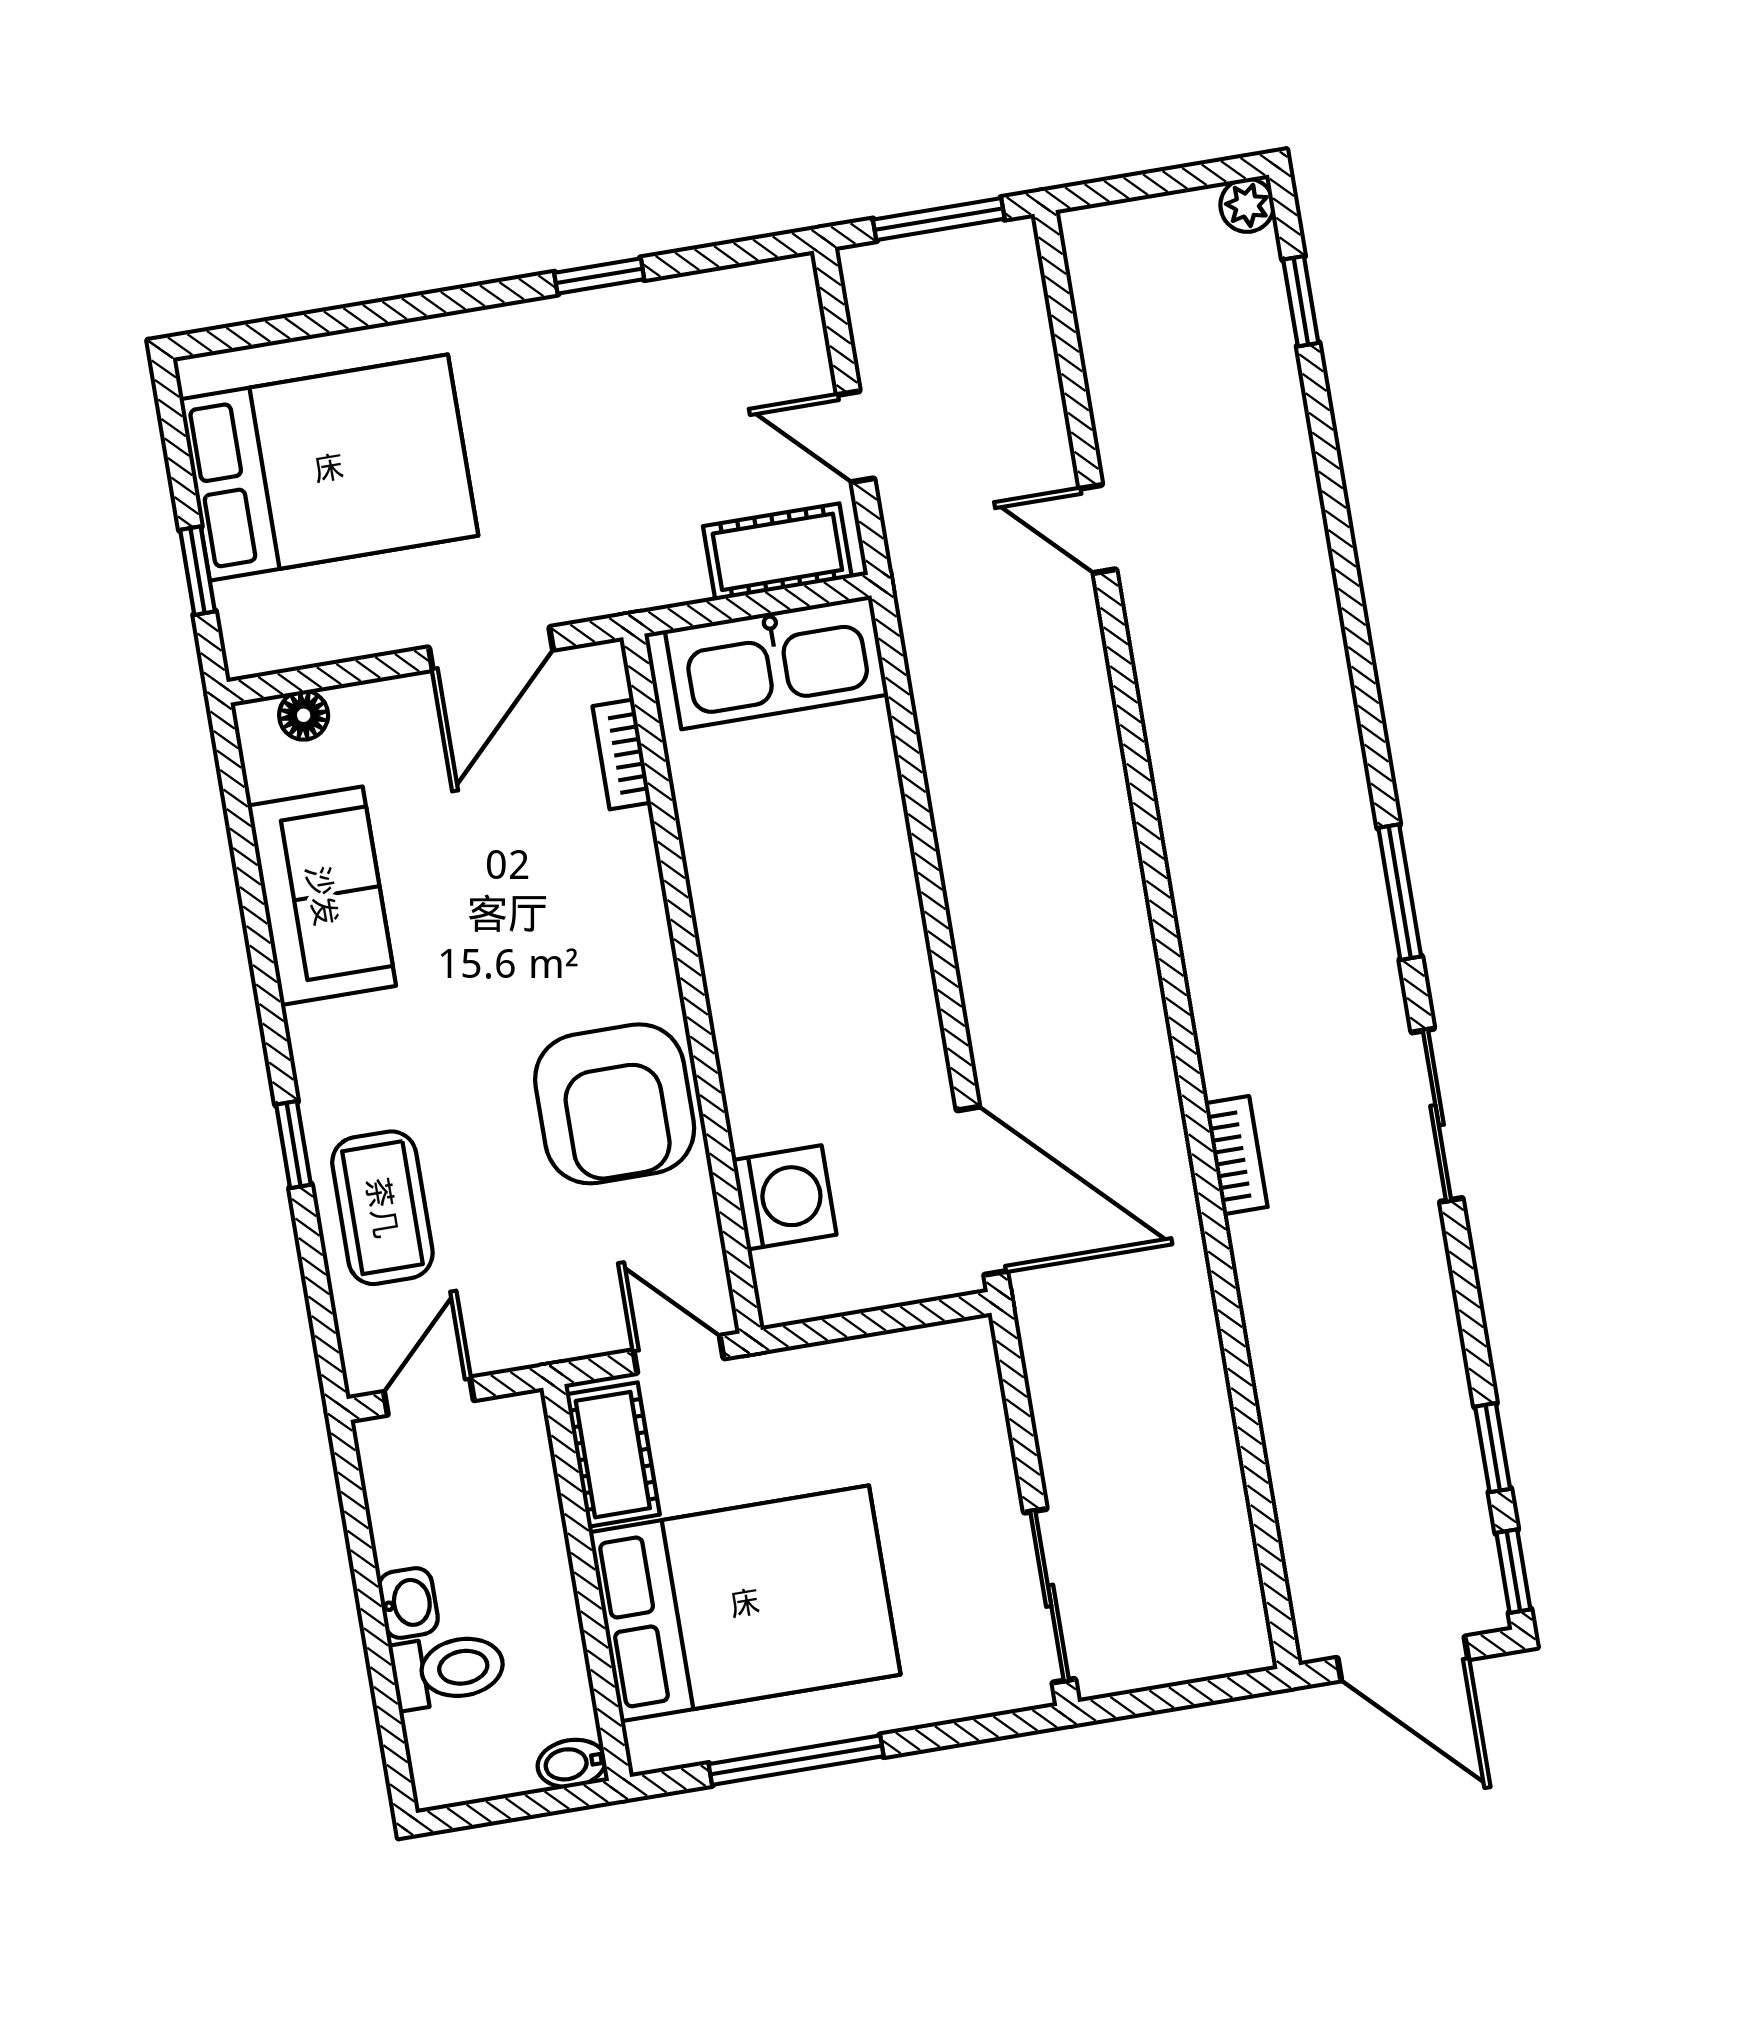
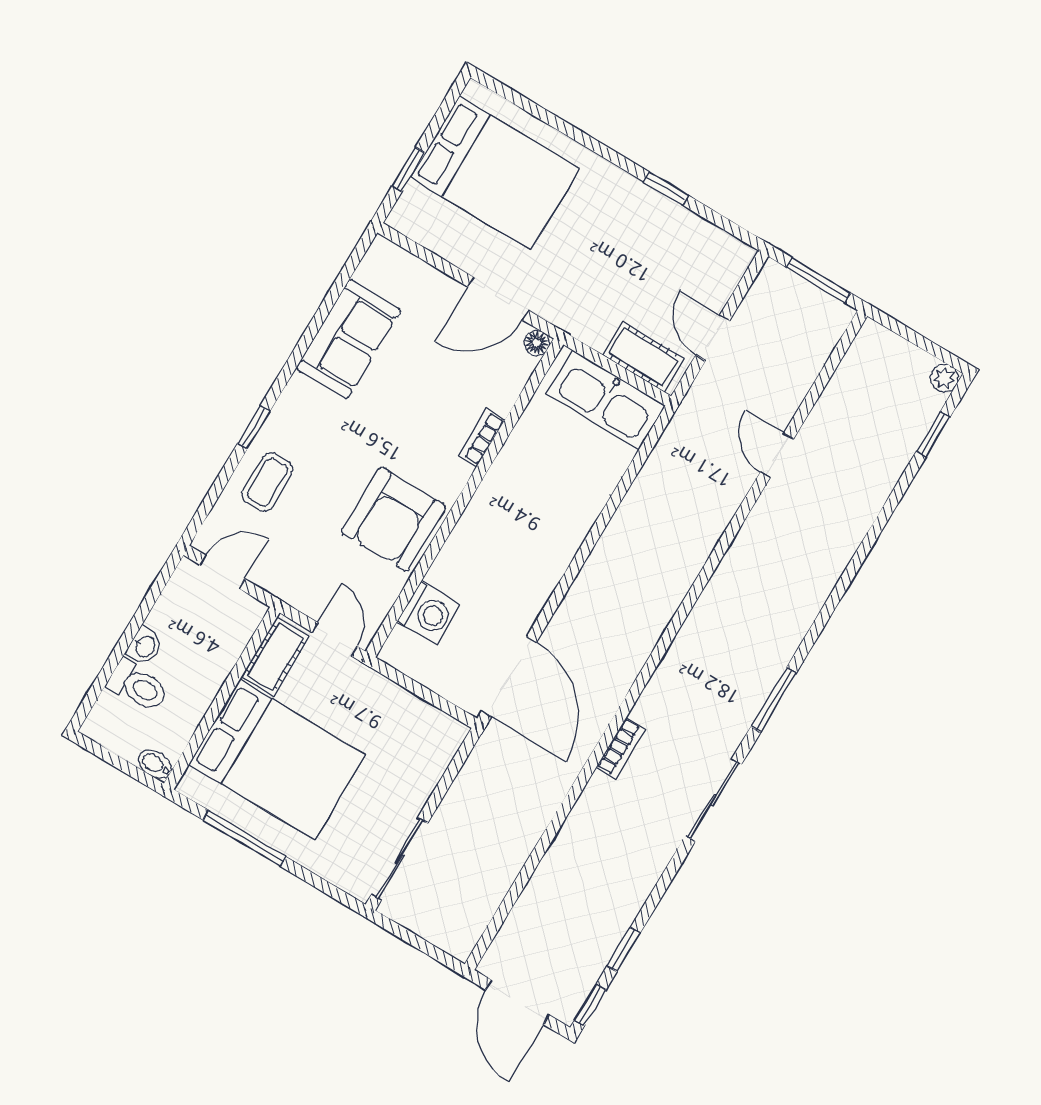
floor lamp: (304, 715) -> (537, 343), moved
bookcase: (622, 754) -> (482, 438), moved
coffee table: (382, 1208) -> (267, 482), width x0.73, depth x0.77

